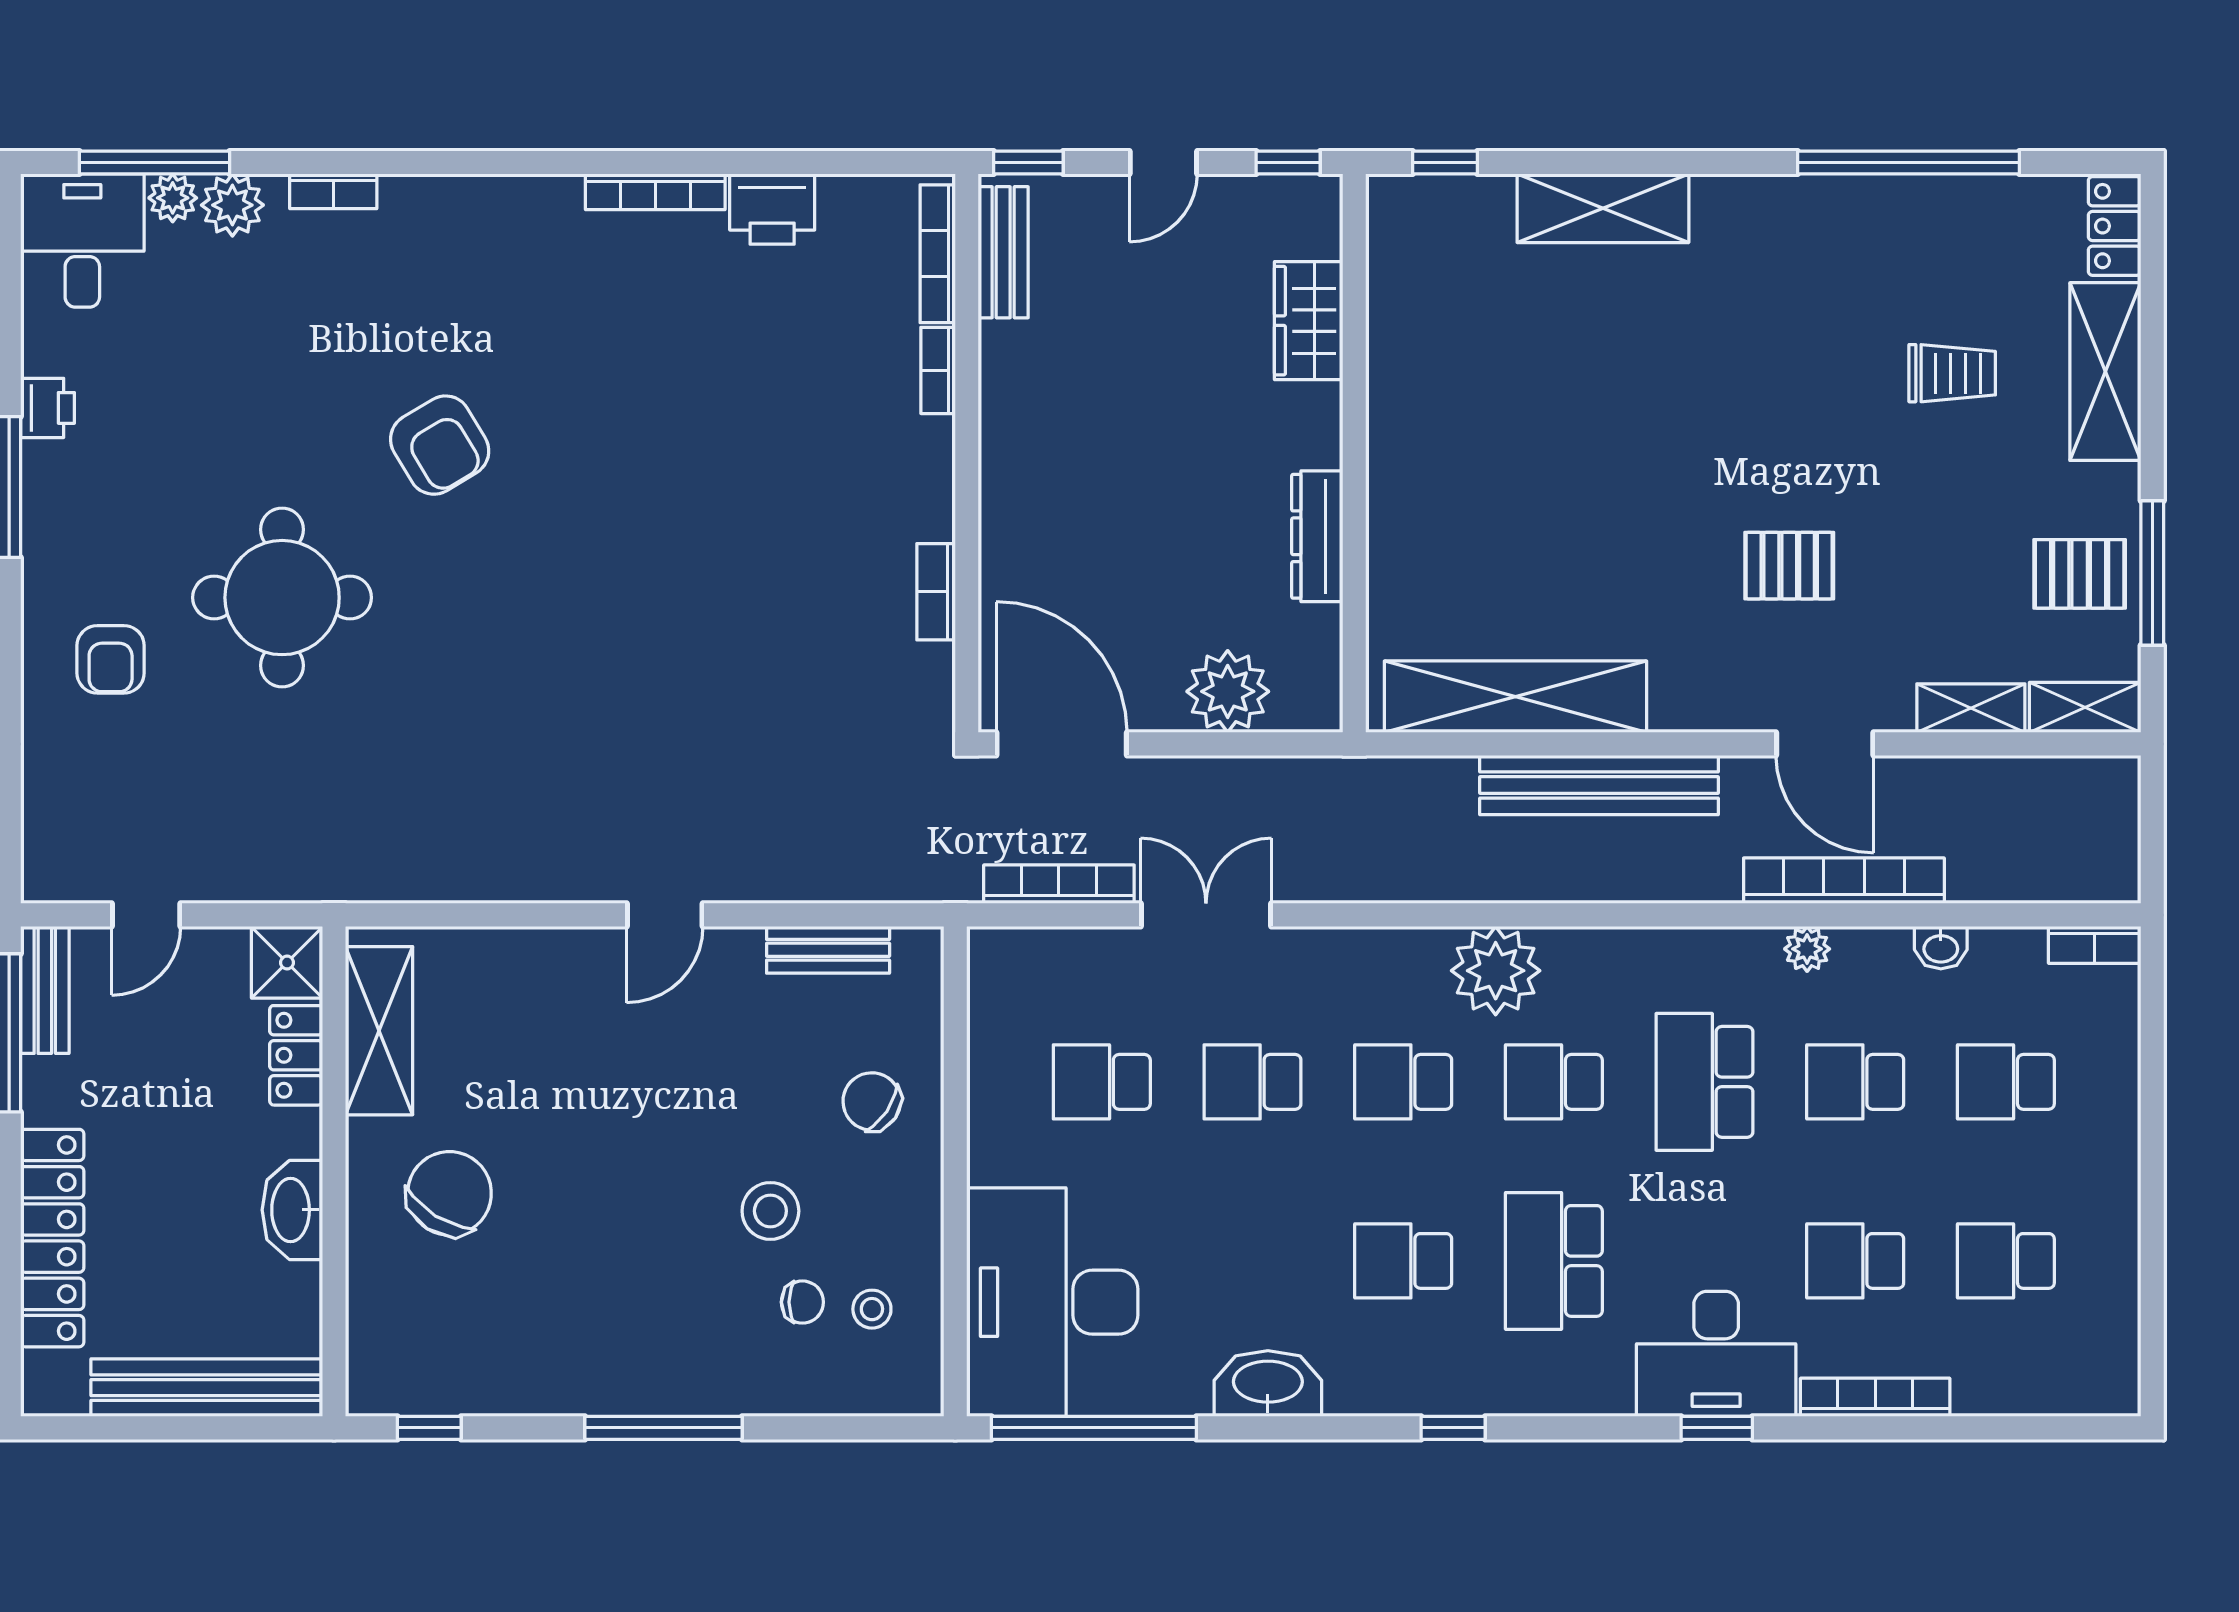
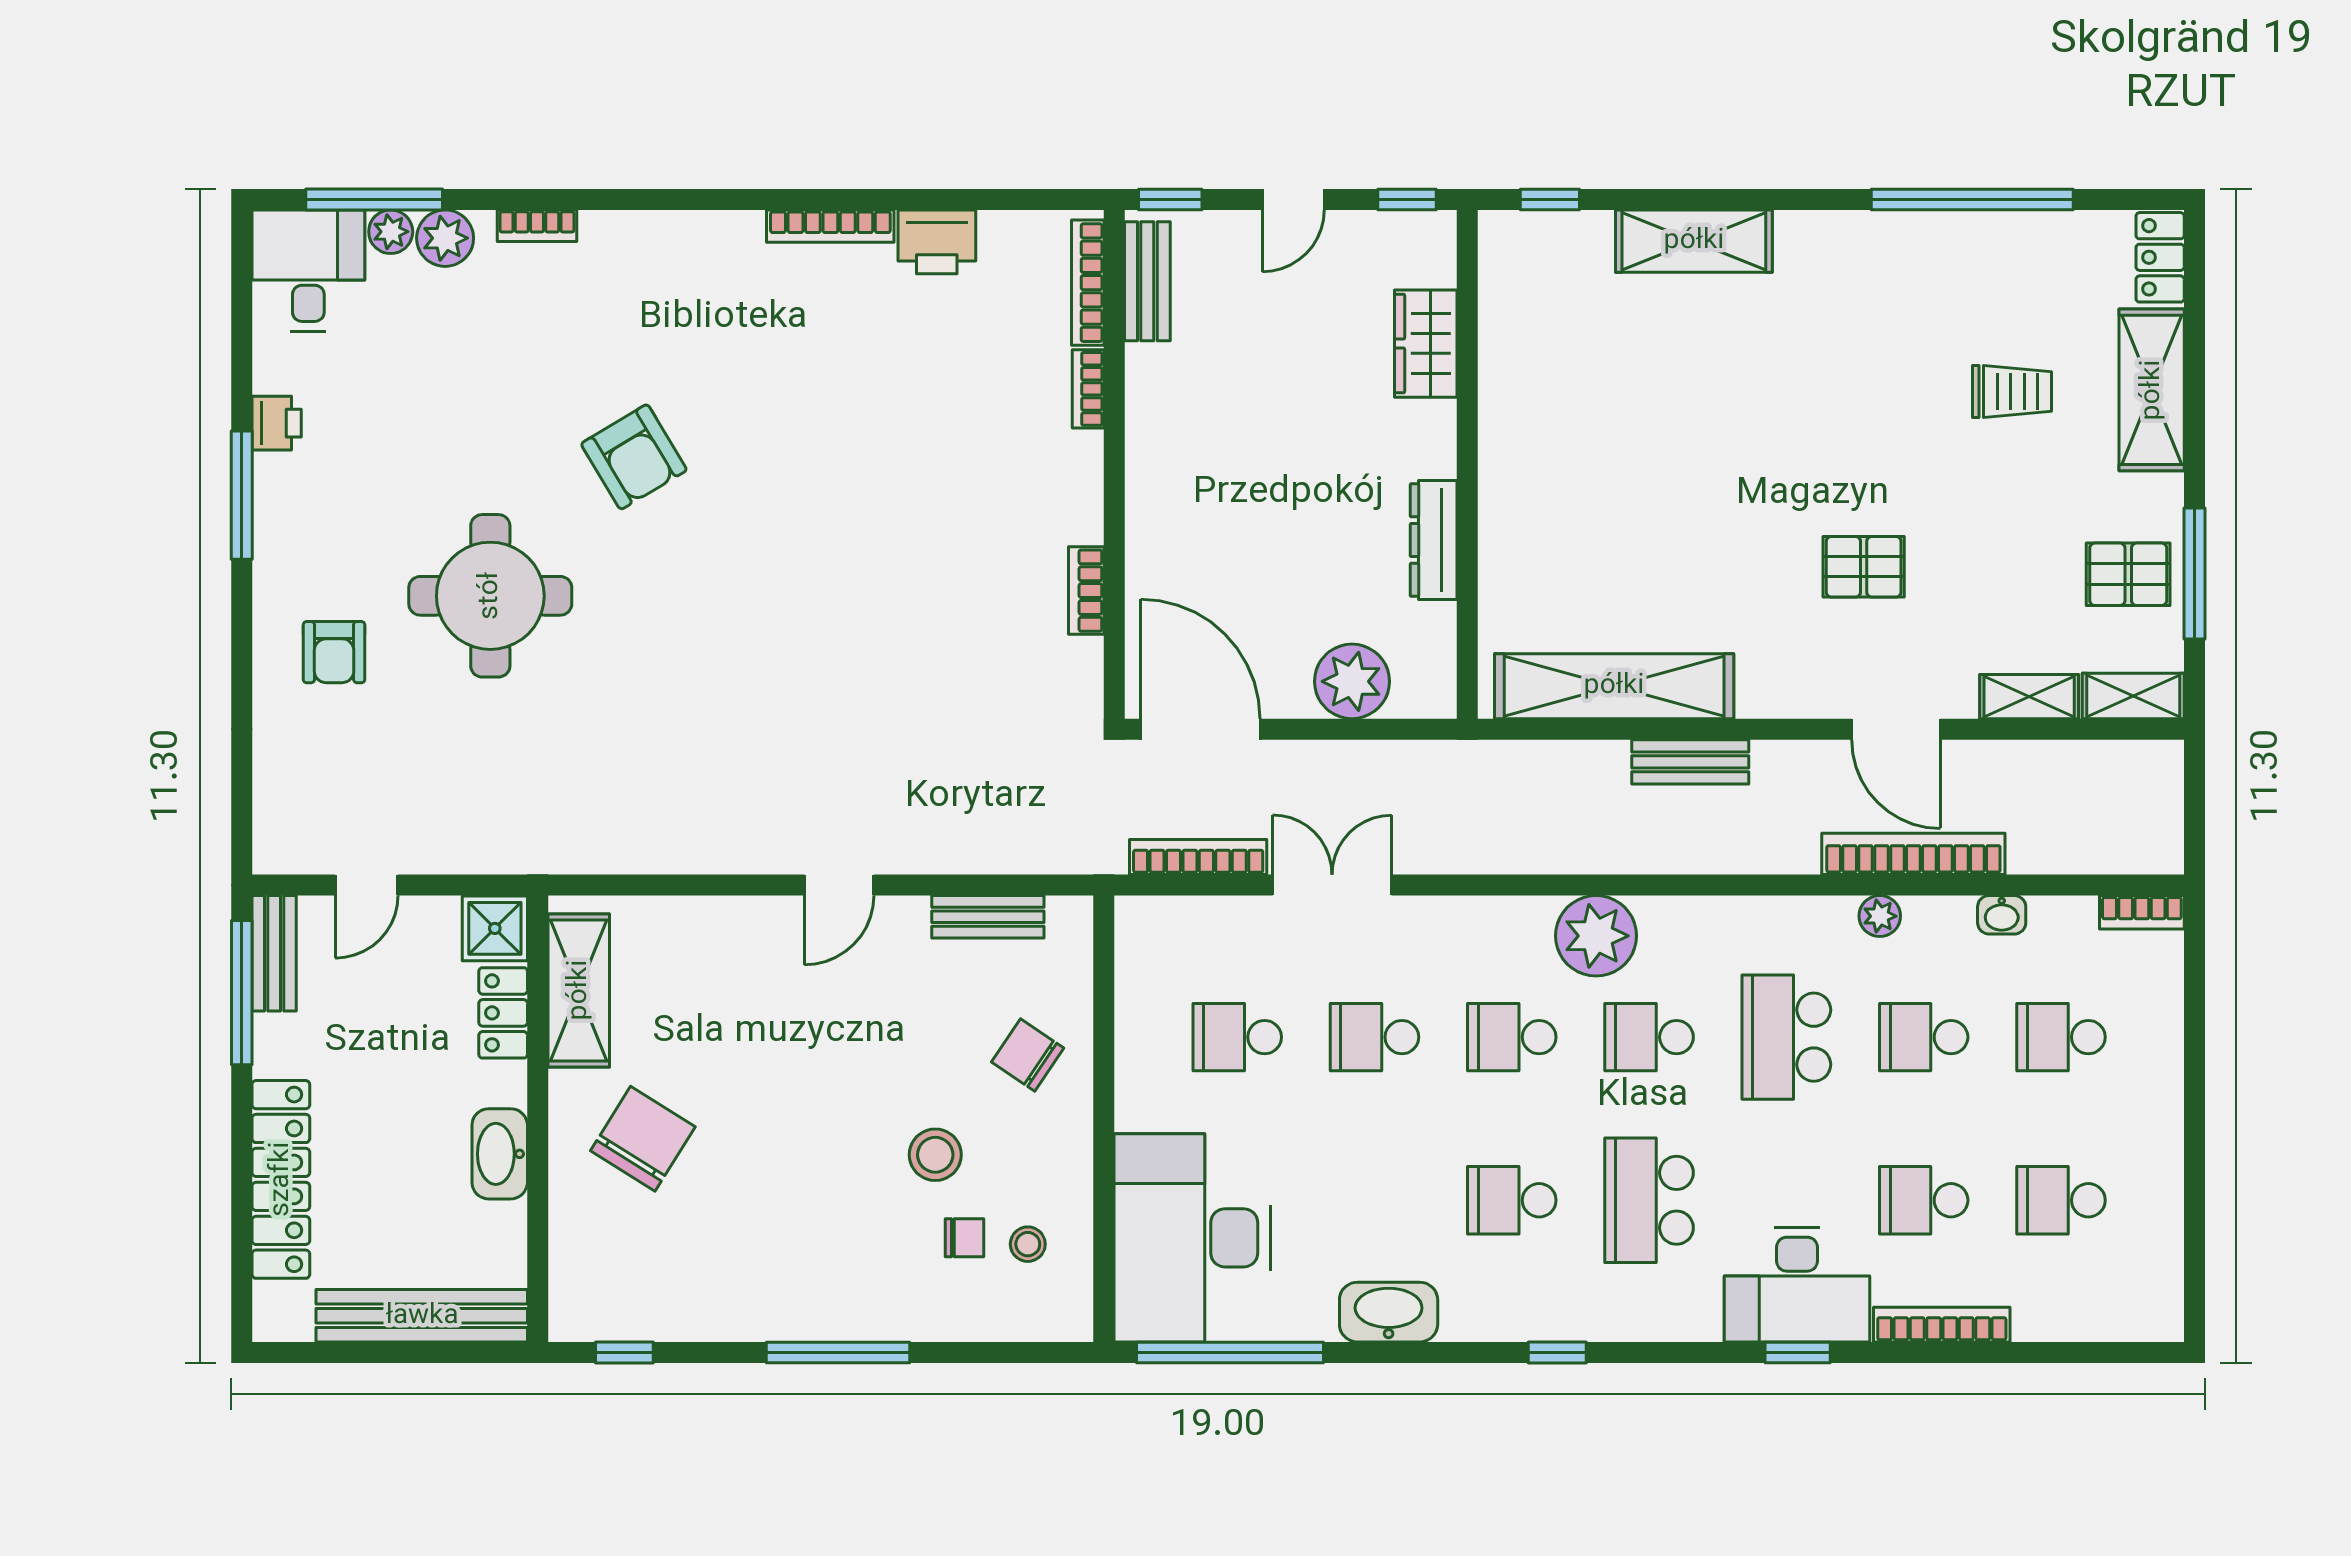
bench: (1599, 785) -> (1690, 762), width x0.54, depth x0.82

